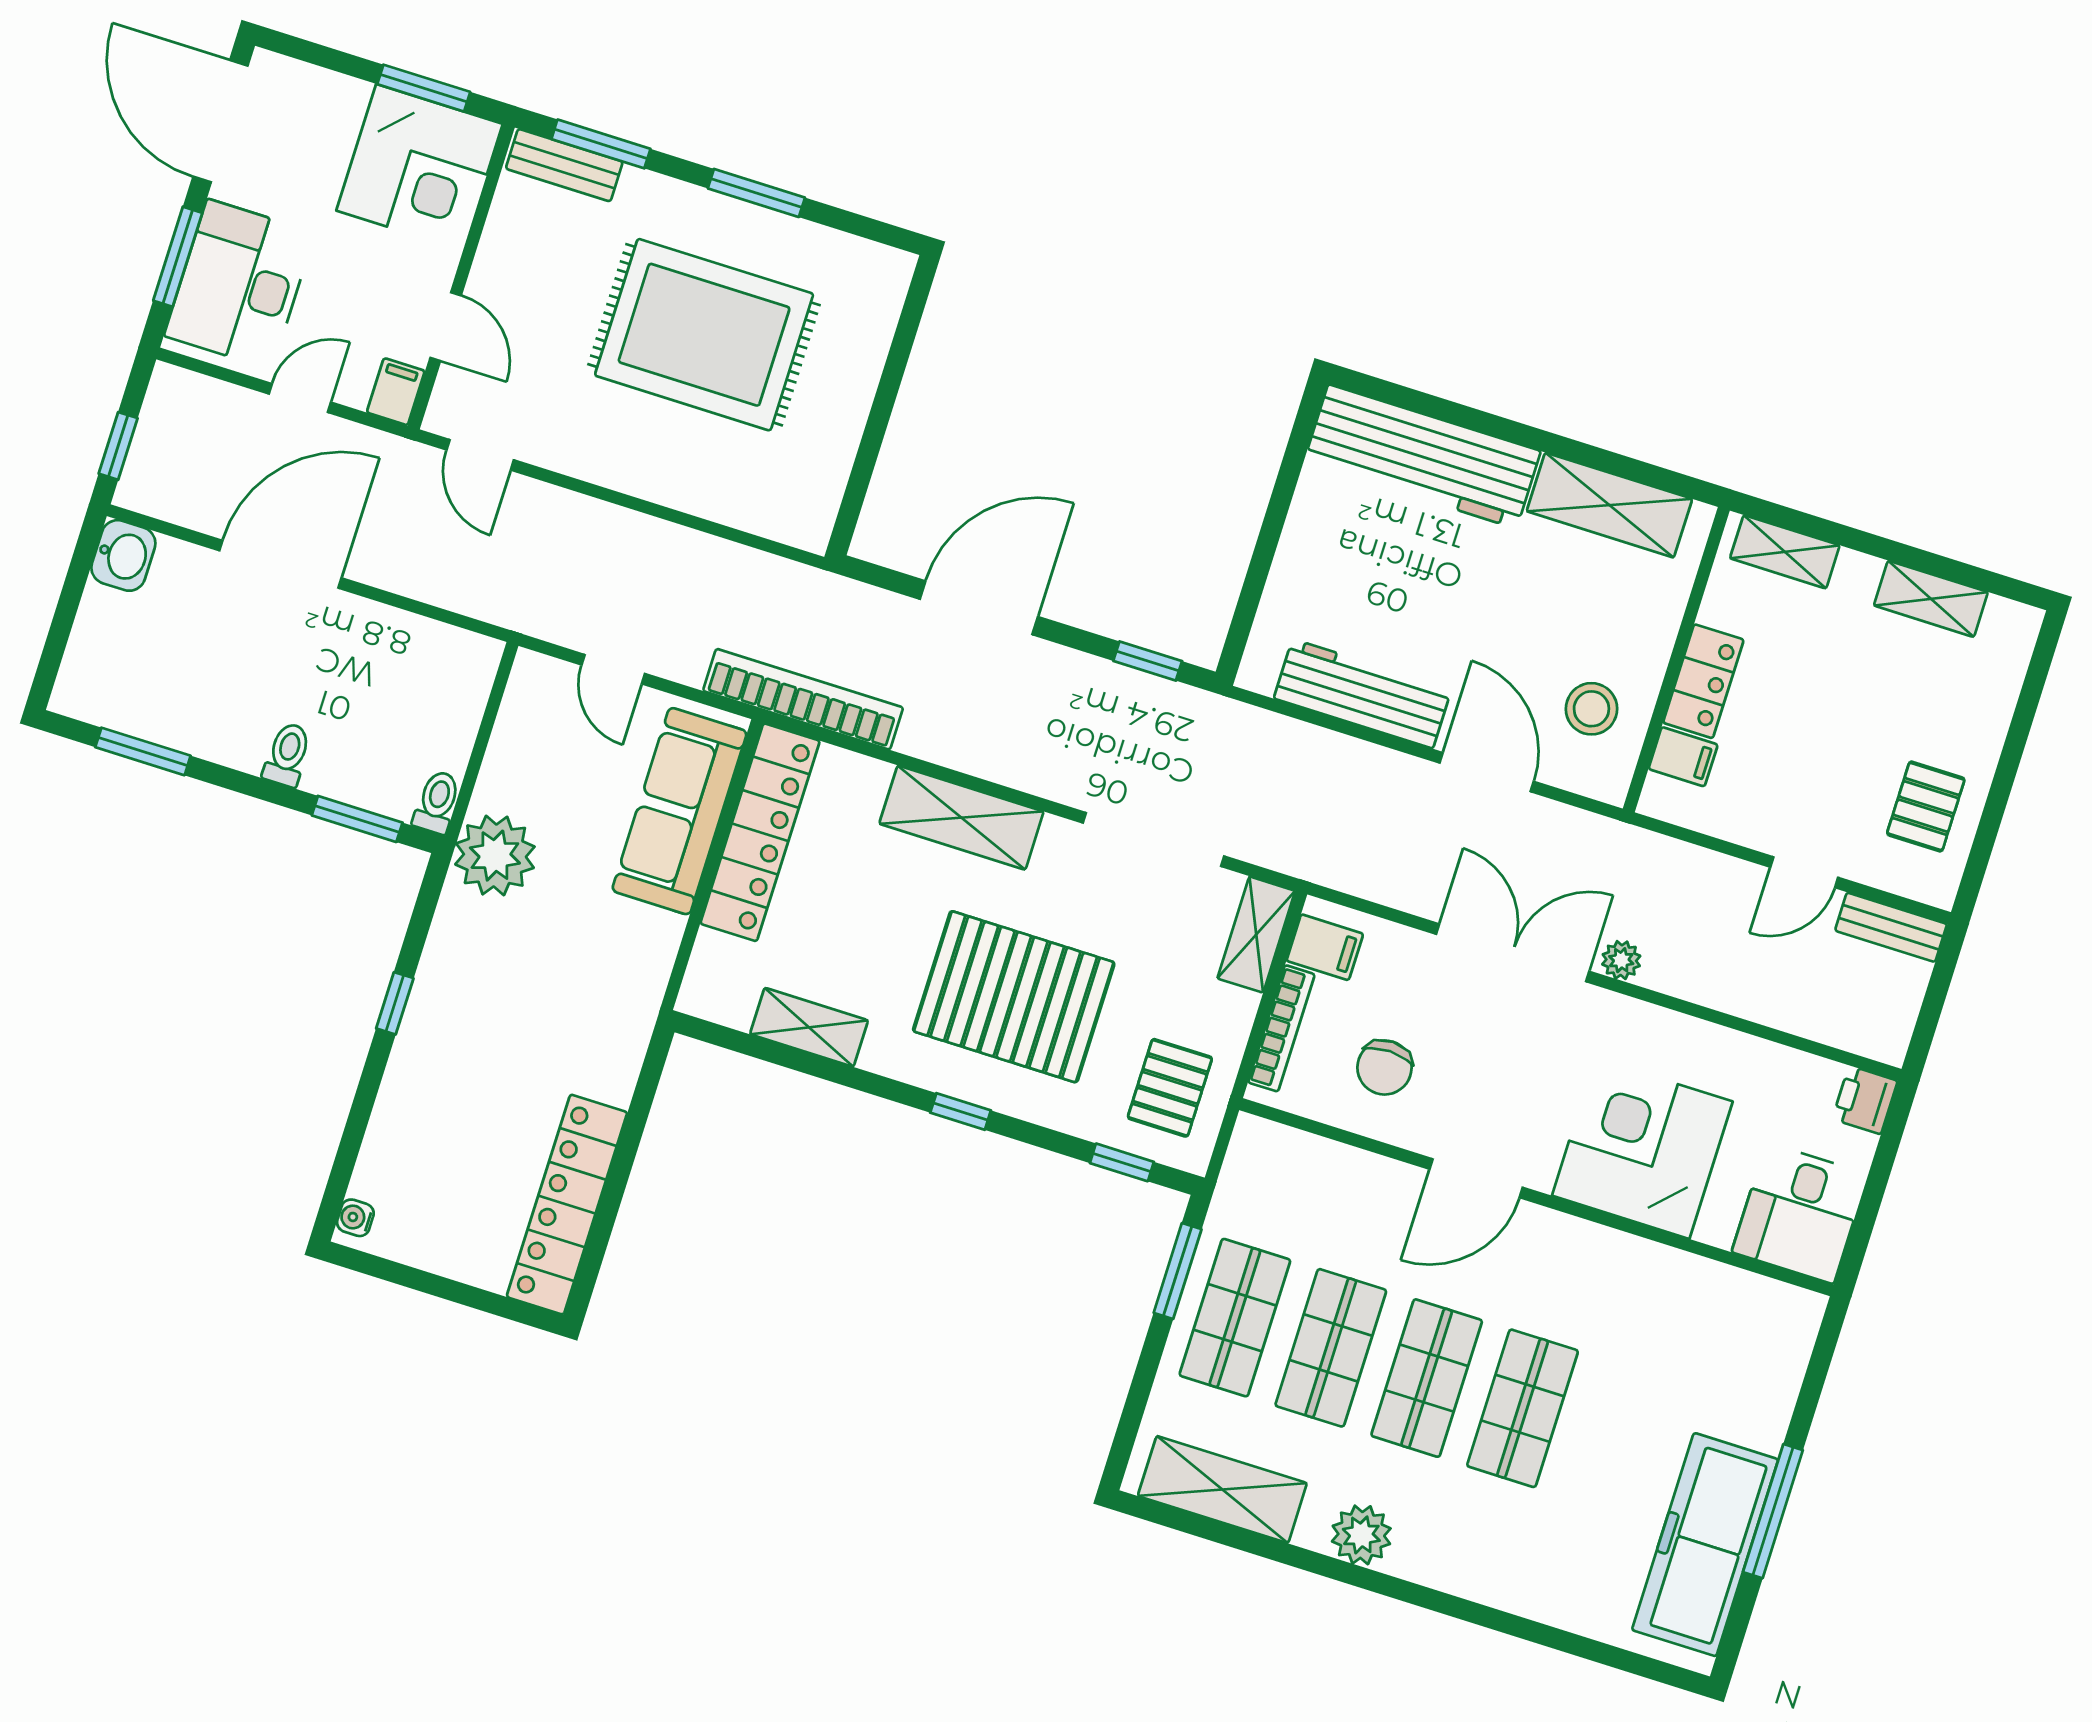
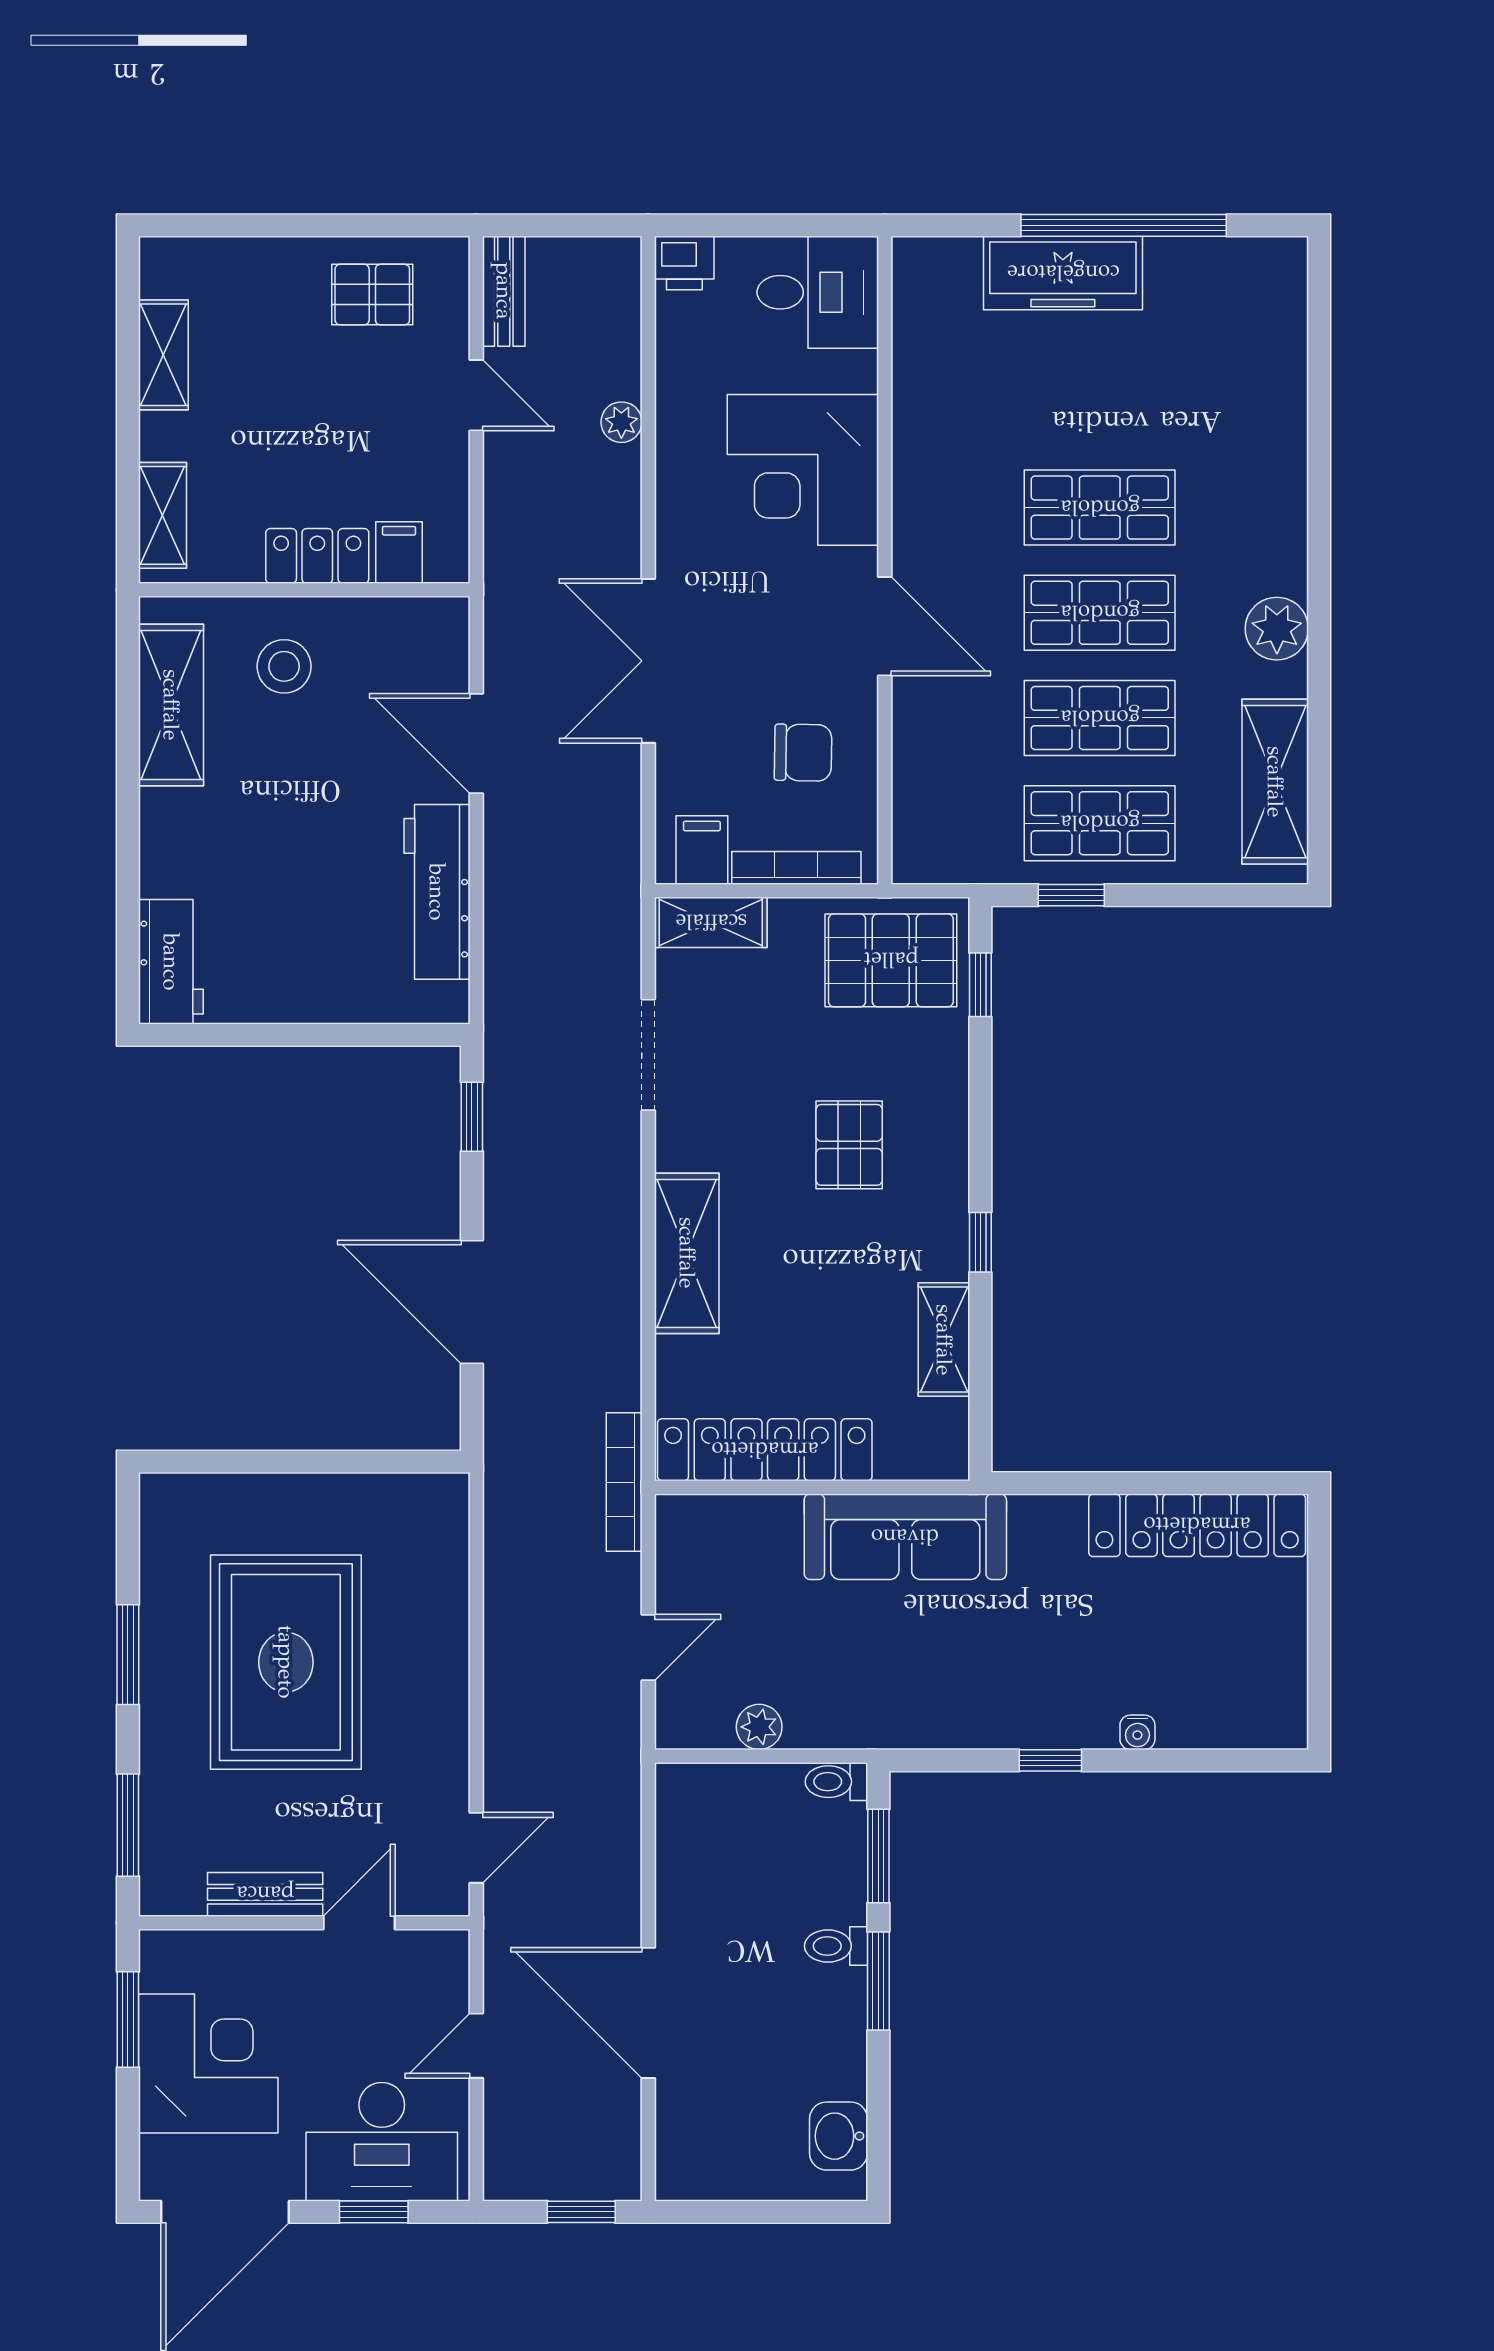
bench: (564, 165) -> (265, 1894), moved, turned 90
corner desk: (420, 167) -> (208, 2064), moved
window: (178, 257) -> (374, 2212), width x0.67
filing cabinet: (396, 392) -> (440, 1952), removed
door: (300, 398) -> (476, 2046), hinge flipped
workbench: (1422, 456) -> (171, 962), width x0.53, depth x0.76
washbasin: (123, 555) -> (839, 2136), moved, turned -90
bookcase: (803, 699) -> (624, 1482), width x0.68, depth x0.76
stool: (1591, 709) -> (284, 666), moved
window: (143, 751) -> (878, 1981), moved
door: (1487, 772) -> (476, 744), hinge flipped
sofa: (680, 811) -> (905, 1537), moved
doorway: (1153, 840) -> (648, 1055), width x0.73
plant: (495, 856) -> (759, 1727), moved, width x0.53, depth x0.53
plant: (1621, 960) -> (621, 422), moved
pallet: (1014, 997) -> (849, 1145), width x0.49, depth x0.50
pallet: (1170, 1088) -> (891, 960), width x1.50, depth x1.42
window: (961, 1112) -> (980, 1242), moved
water cooler: (355, 1218) -> (1137, 1732), moved
window: (1178, 1271) -> (1071, 895), width x0.67
window: (1773, 1511) -> (1124, 225), width x1.46
freezer: (1705, 1545) -> (1063, 273), moved, width x0.73, depth x0.79

